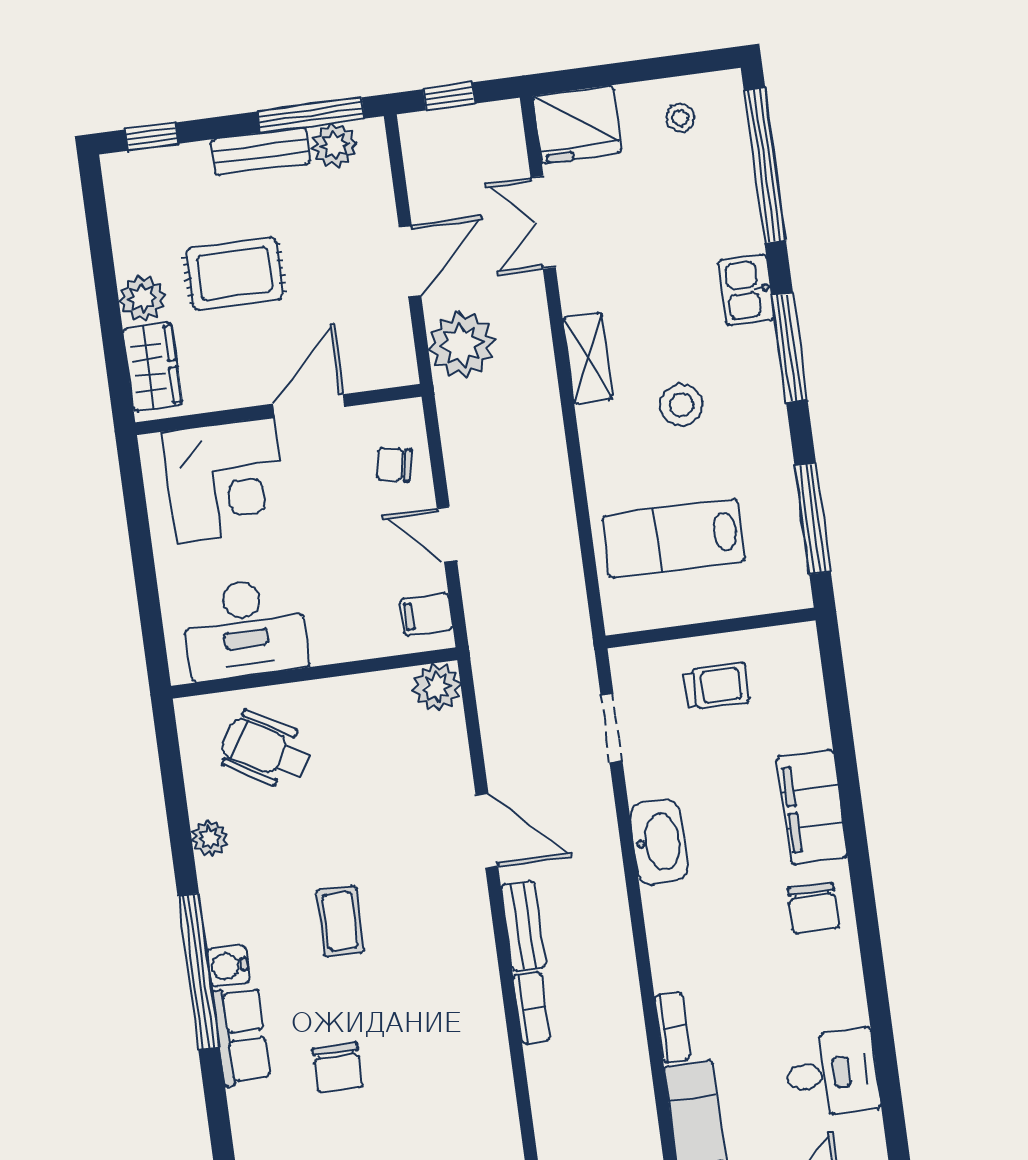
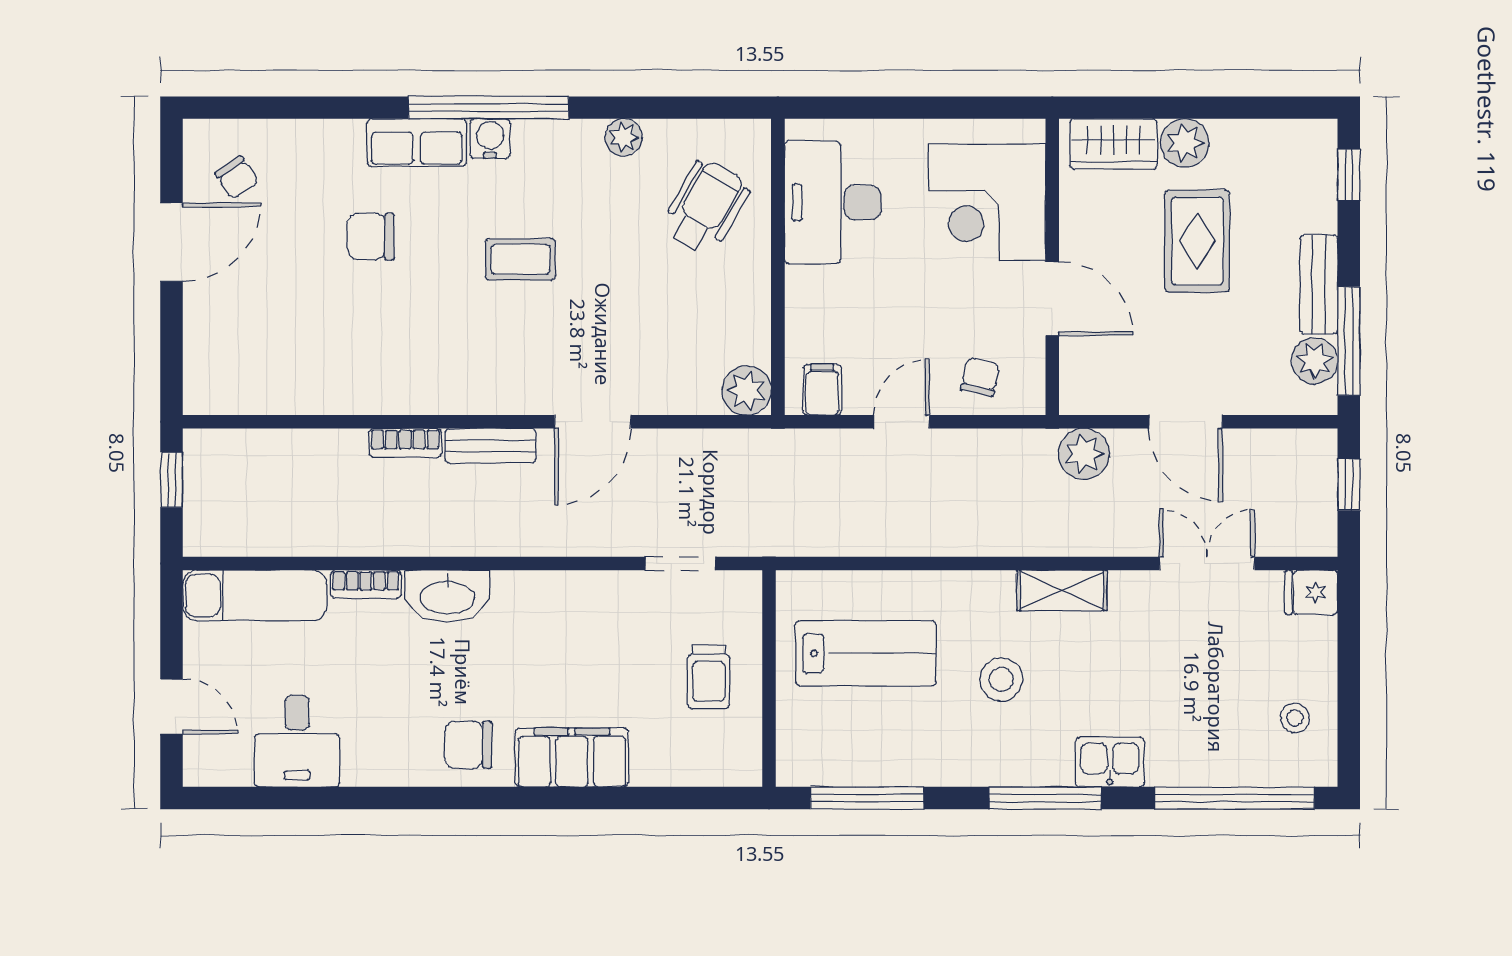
fridge: (577, 124) -> (1311, 592), width x0.53, depth x0.75
plant: (462, 345) -> (1084, 454), width x0.73, depth x0.73
lab bench: (674, 538) -> (866, 653), turned 90
washbasin: (659, 842) -> (447, 596), moved

